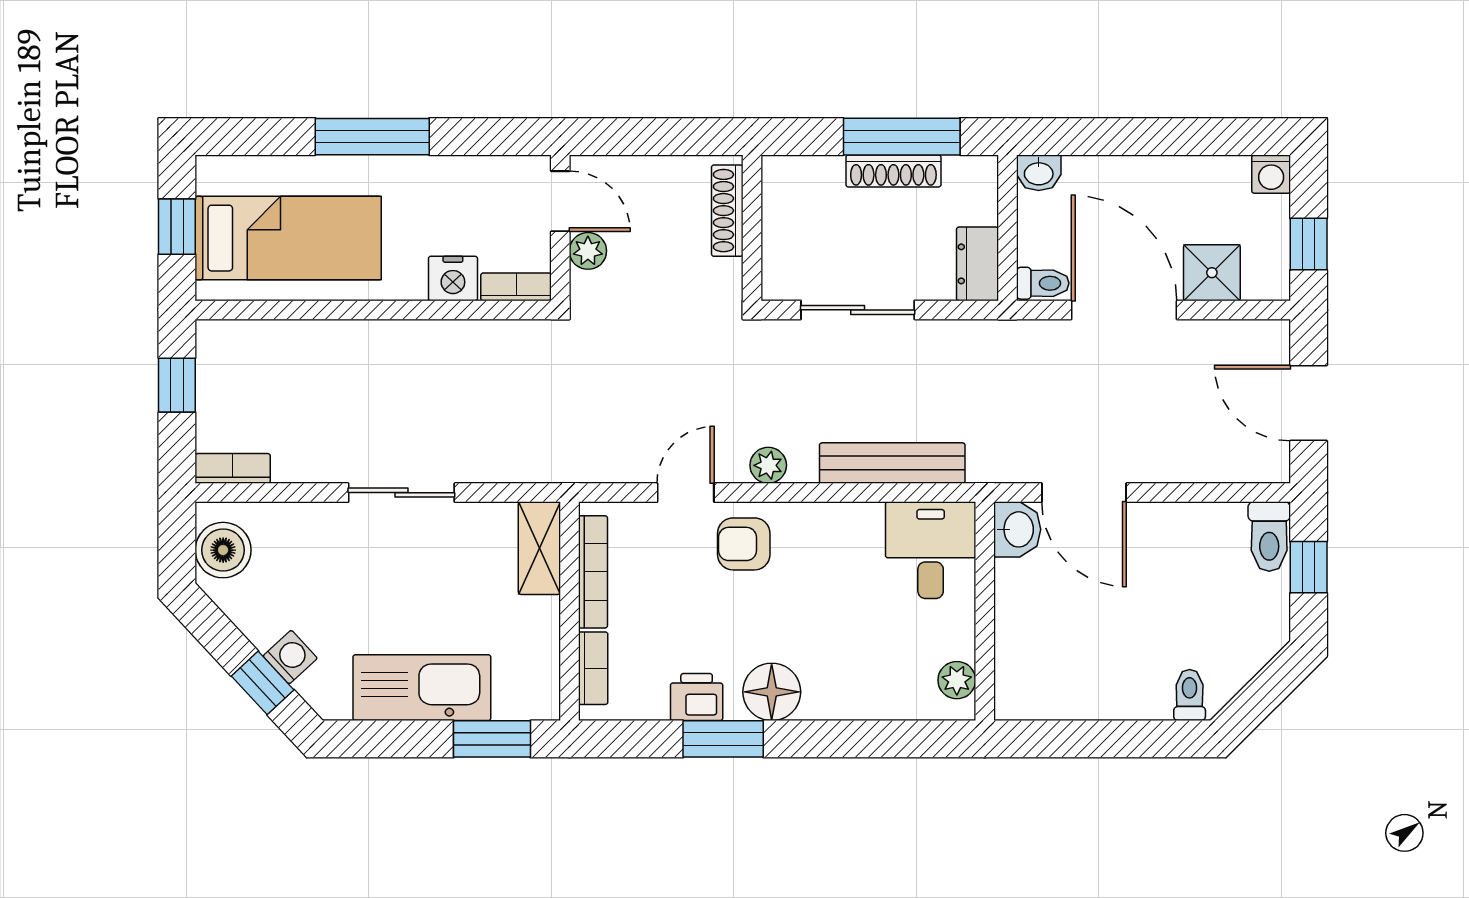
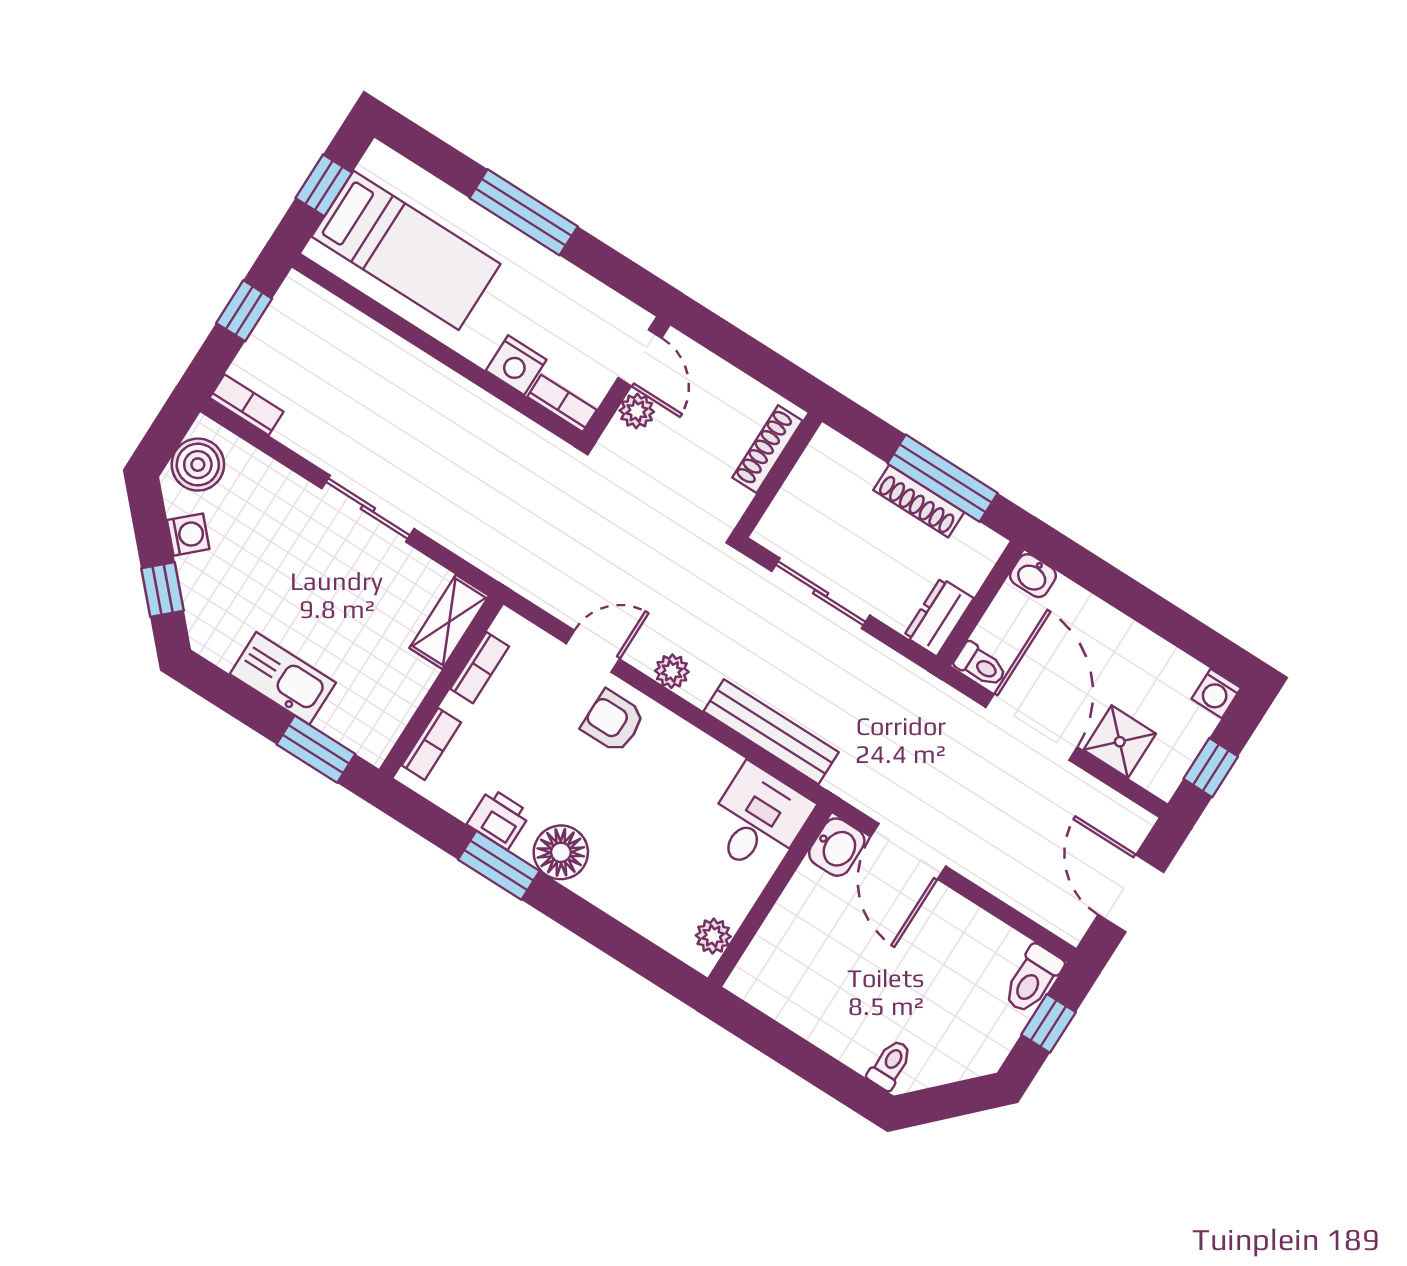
bookcase: (593, 572) -> (480, 668), width x0.64
washing machine: (290, 657) -> (188, 535), moved
kitchen sink: (422, 688) -> (283, 678), width x0.73, depth x0.81

